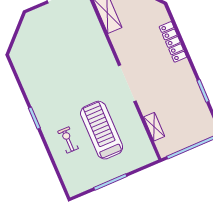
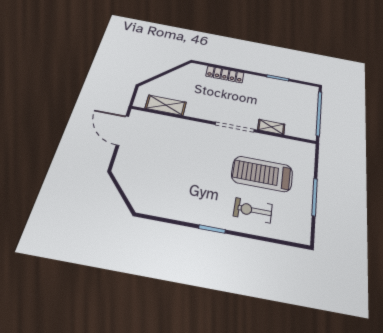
shelving: (154, 127) -> (271, 127), moved
exercise bike: (68, 140) -> (253, 210), width x1.38, depth x1.39

